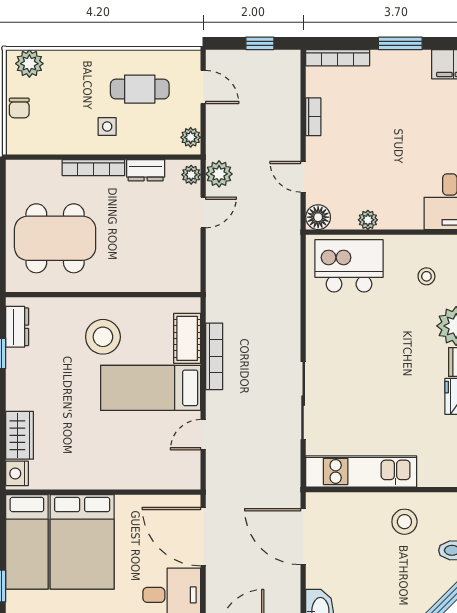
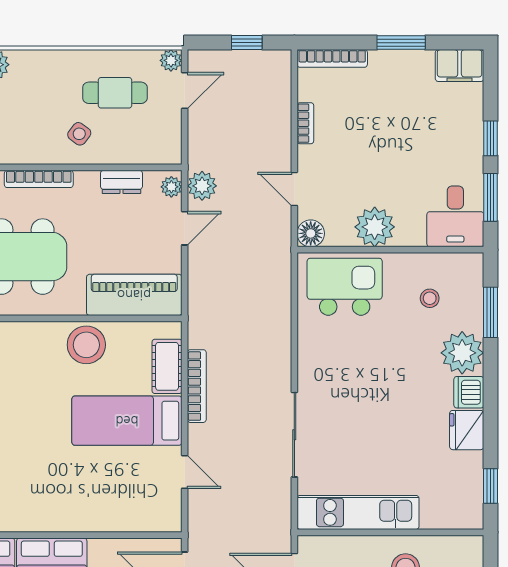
door: (203, 87) -> (185, 91), hinge flipped
side table: (107, 126) -> (79, 134), turned 37
plant: (191, 137) -> (171, 60), moved
bookcase: (93, 168) -> (39, 179), moved
plant: (368, 220) -> (375, 227), width x1.88, depth x1.88
piano: (157, 273) -> (134, 295), added
stool: (103, 337) -> (86, 345), moved
door: (203, 435) -> (185, 472), swing flipped

